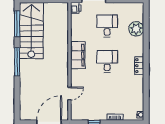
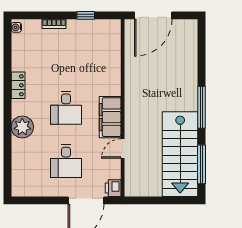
plant: (136, 29) -> (22, 127), moved
locker: (139, 66) -> (18, 85), moved
door: (70, 94) -> (123, 149), moved

